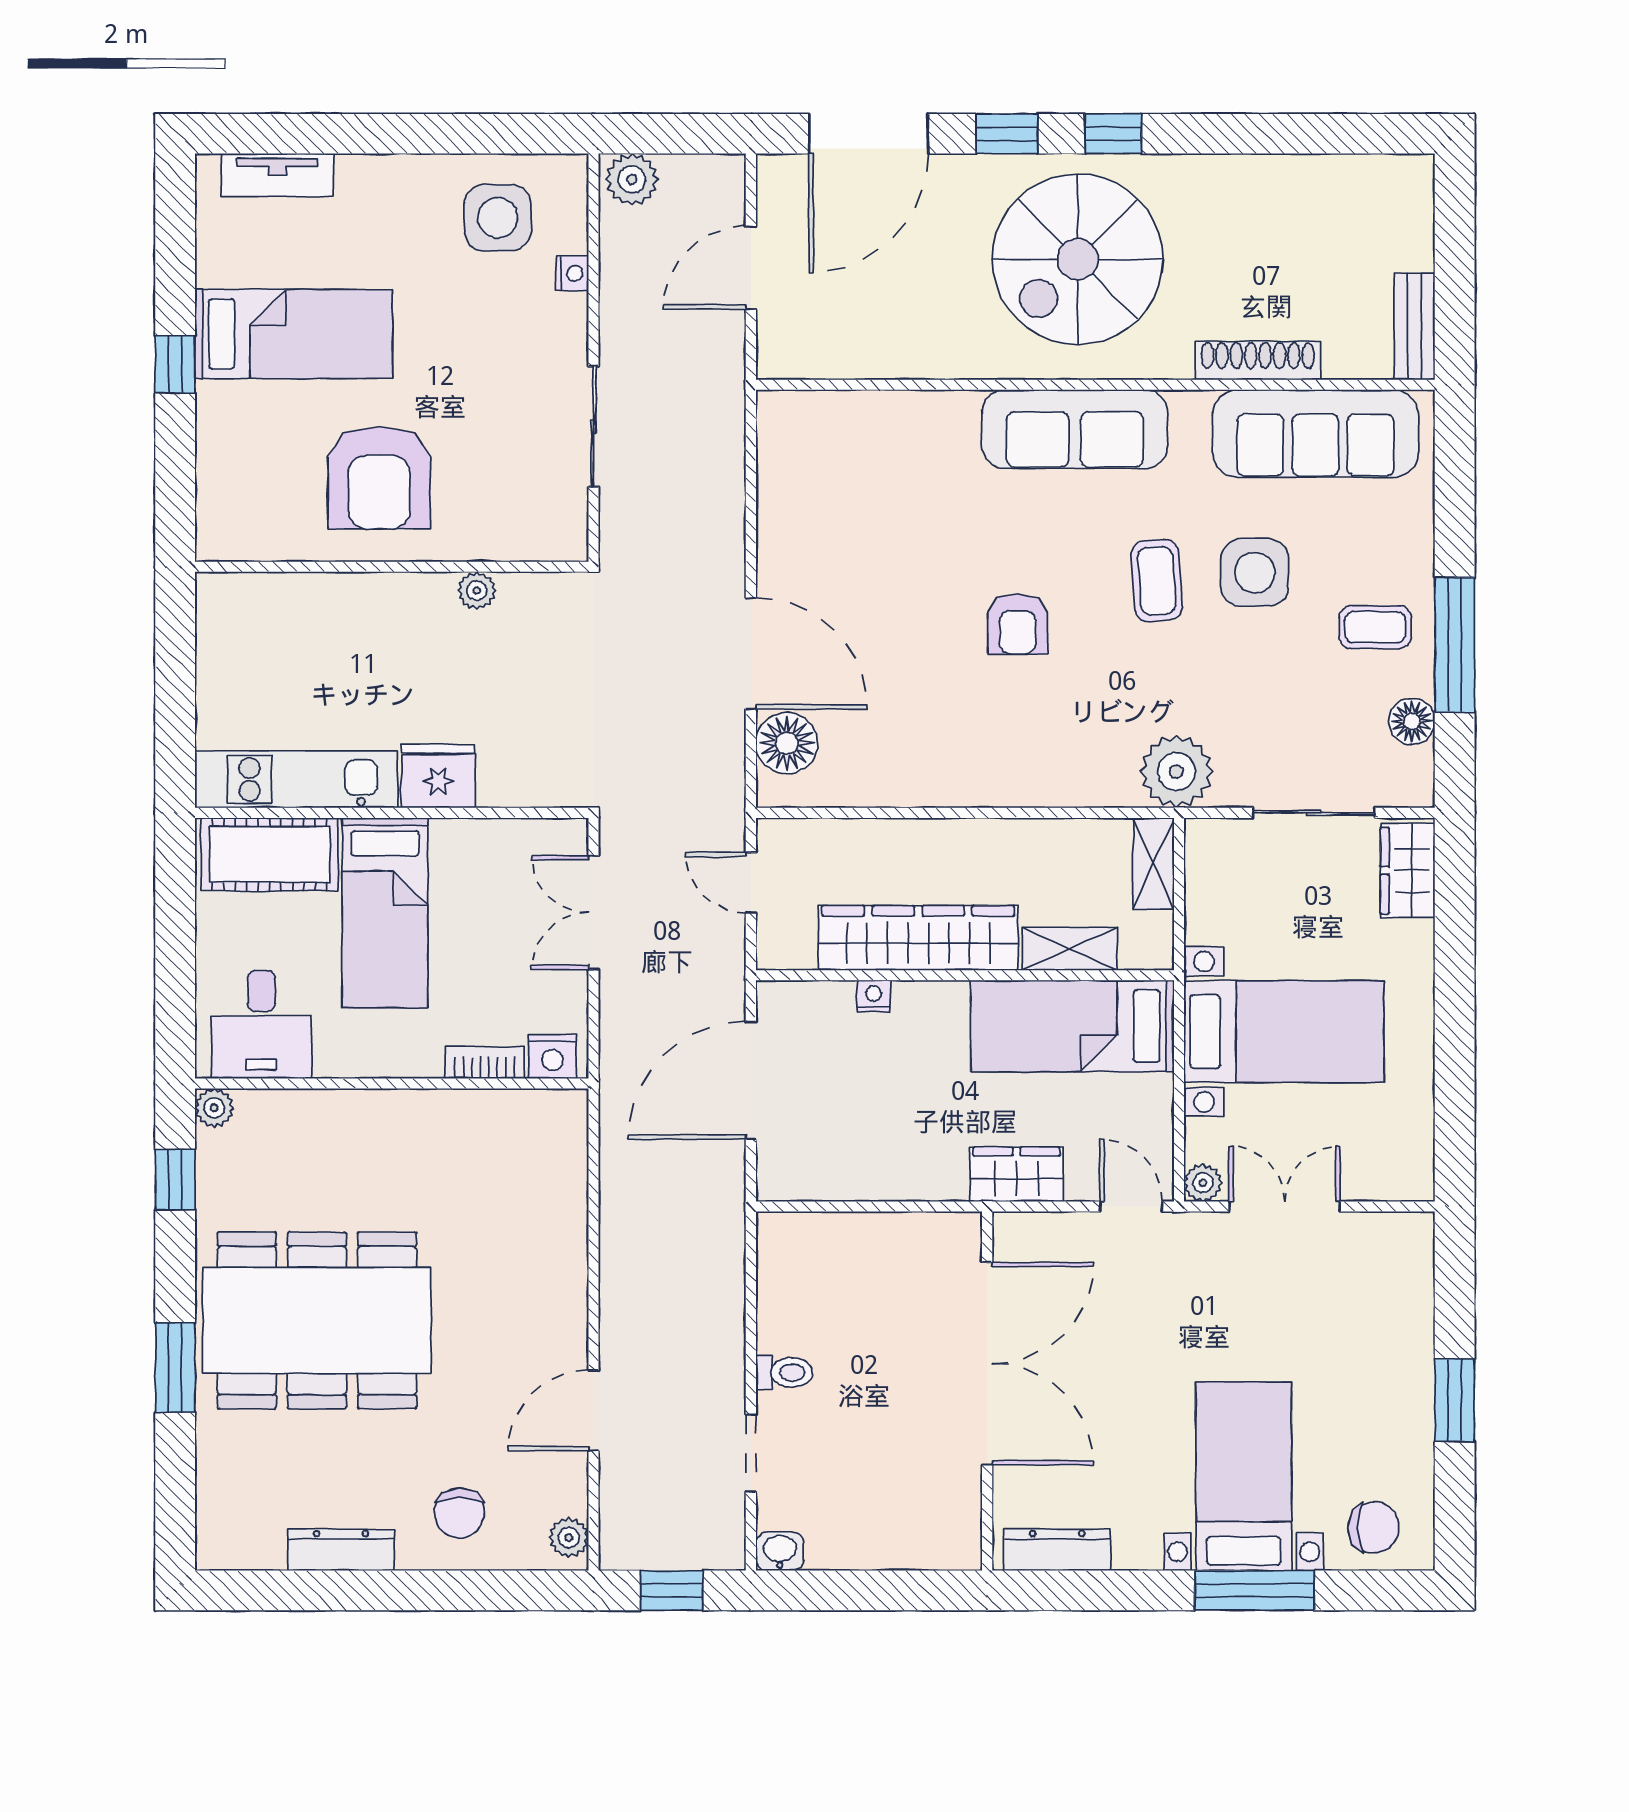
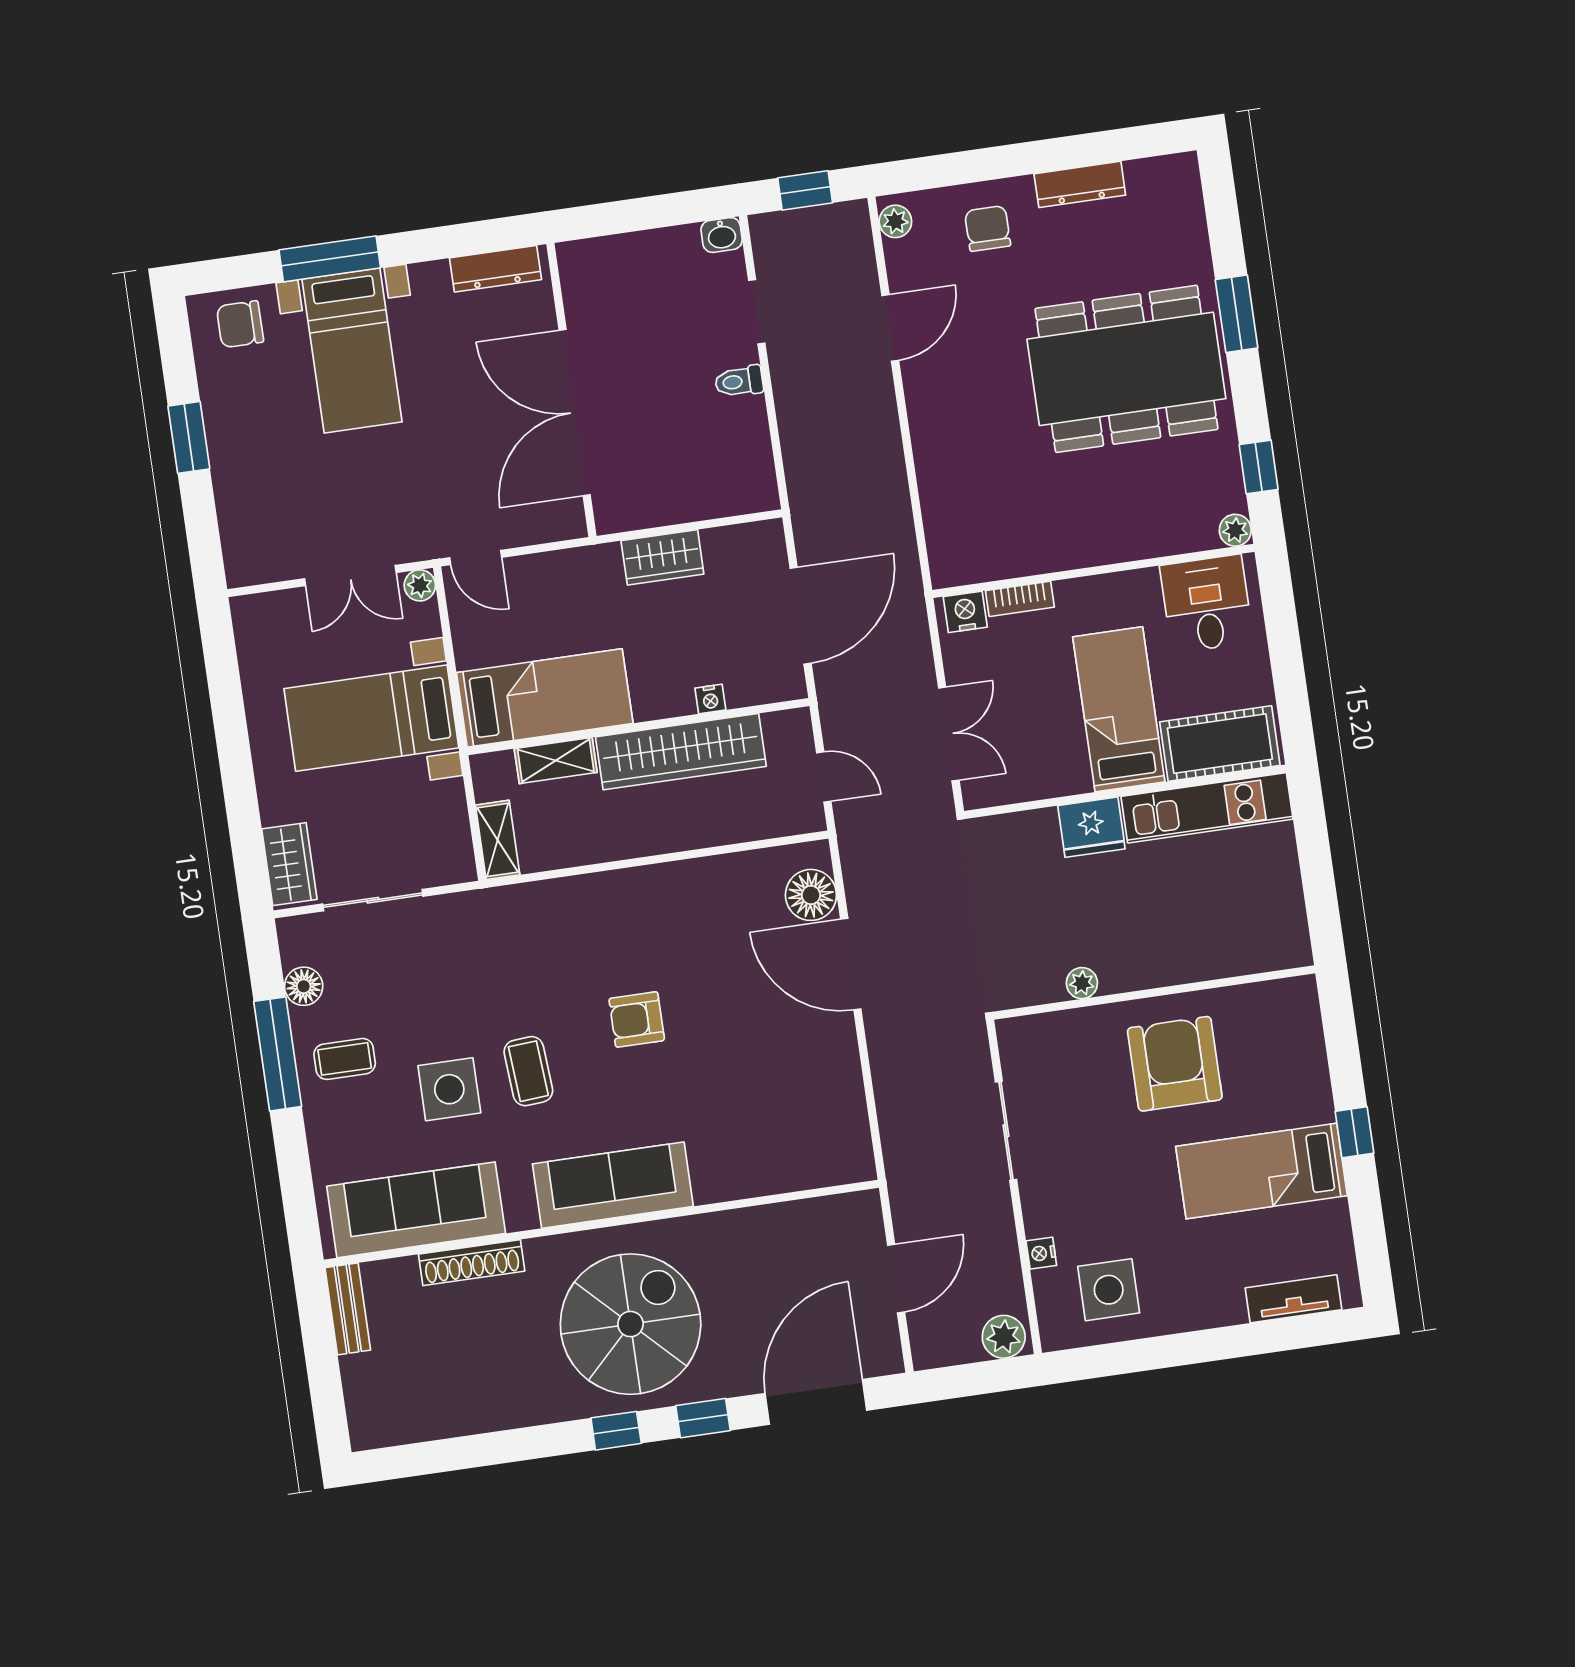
armchair: (1018, 624) -> (637, 1019), turned -90
plant: (1176, 772) -> (490, 918), removed
wardrobe: (1017, 1174) -> (662, 557), moved

